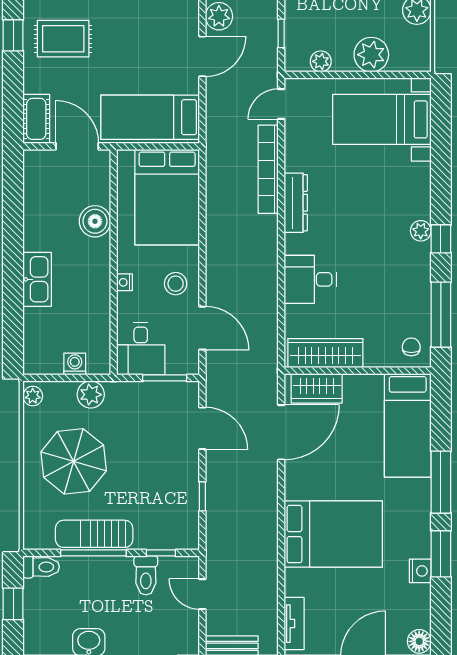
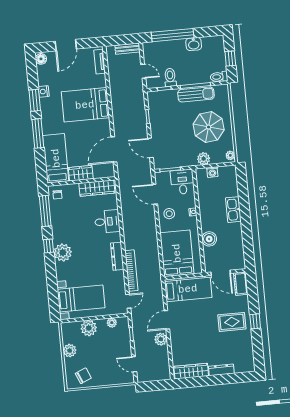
plant: (421, 231) -> (63, 253), width x1.88, depth x1.88
wardrobe: (317, 388) -> (81, 173), moved

